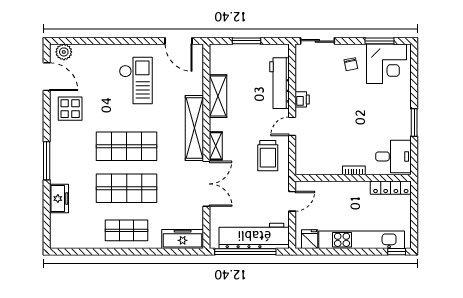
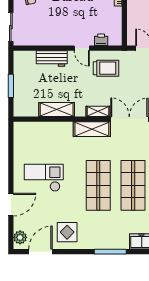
door: (179, 41) -> (11, 205), moved
workbench: (280, 83) -> (52, 59), width x0.73
printer: (302, 99) -> (101, 40), moved
shelving: (194, 128) -> (92, 129), width x0.68

